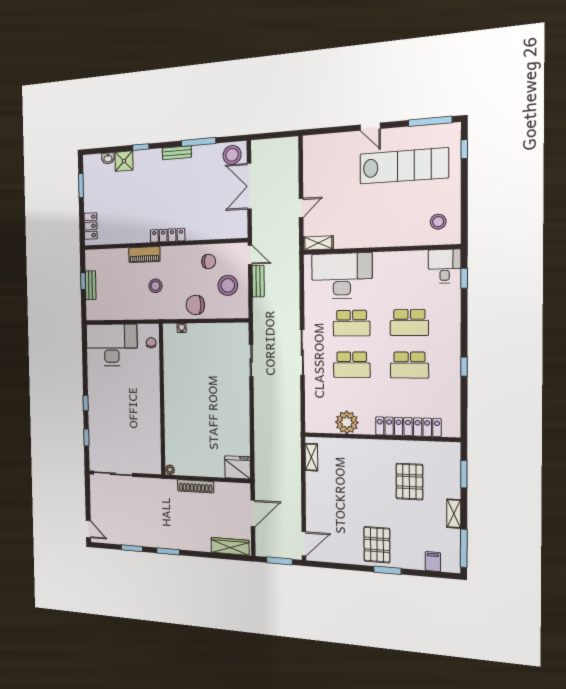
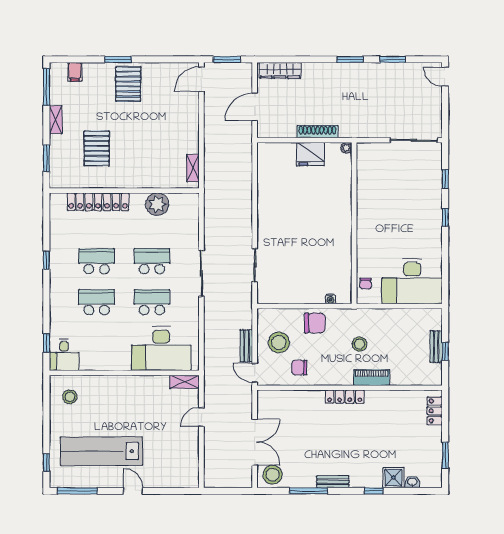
fridge: (238, 467) -> (310, 154), moved

